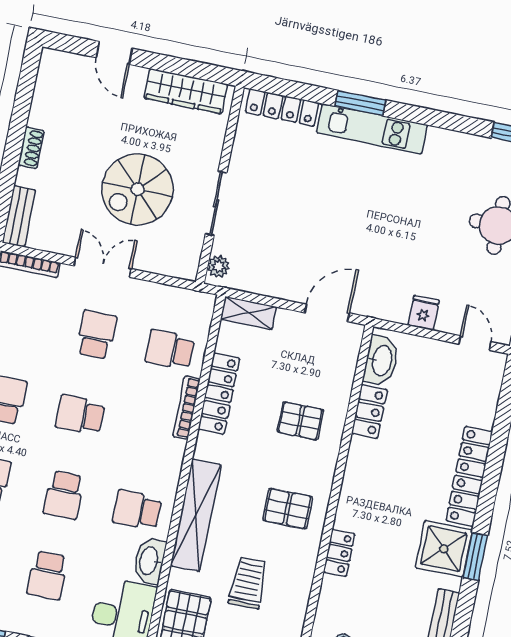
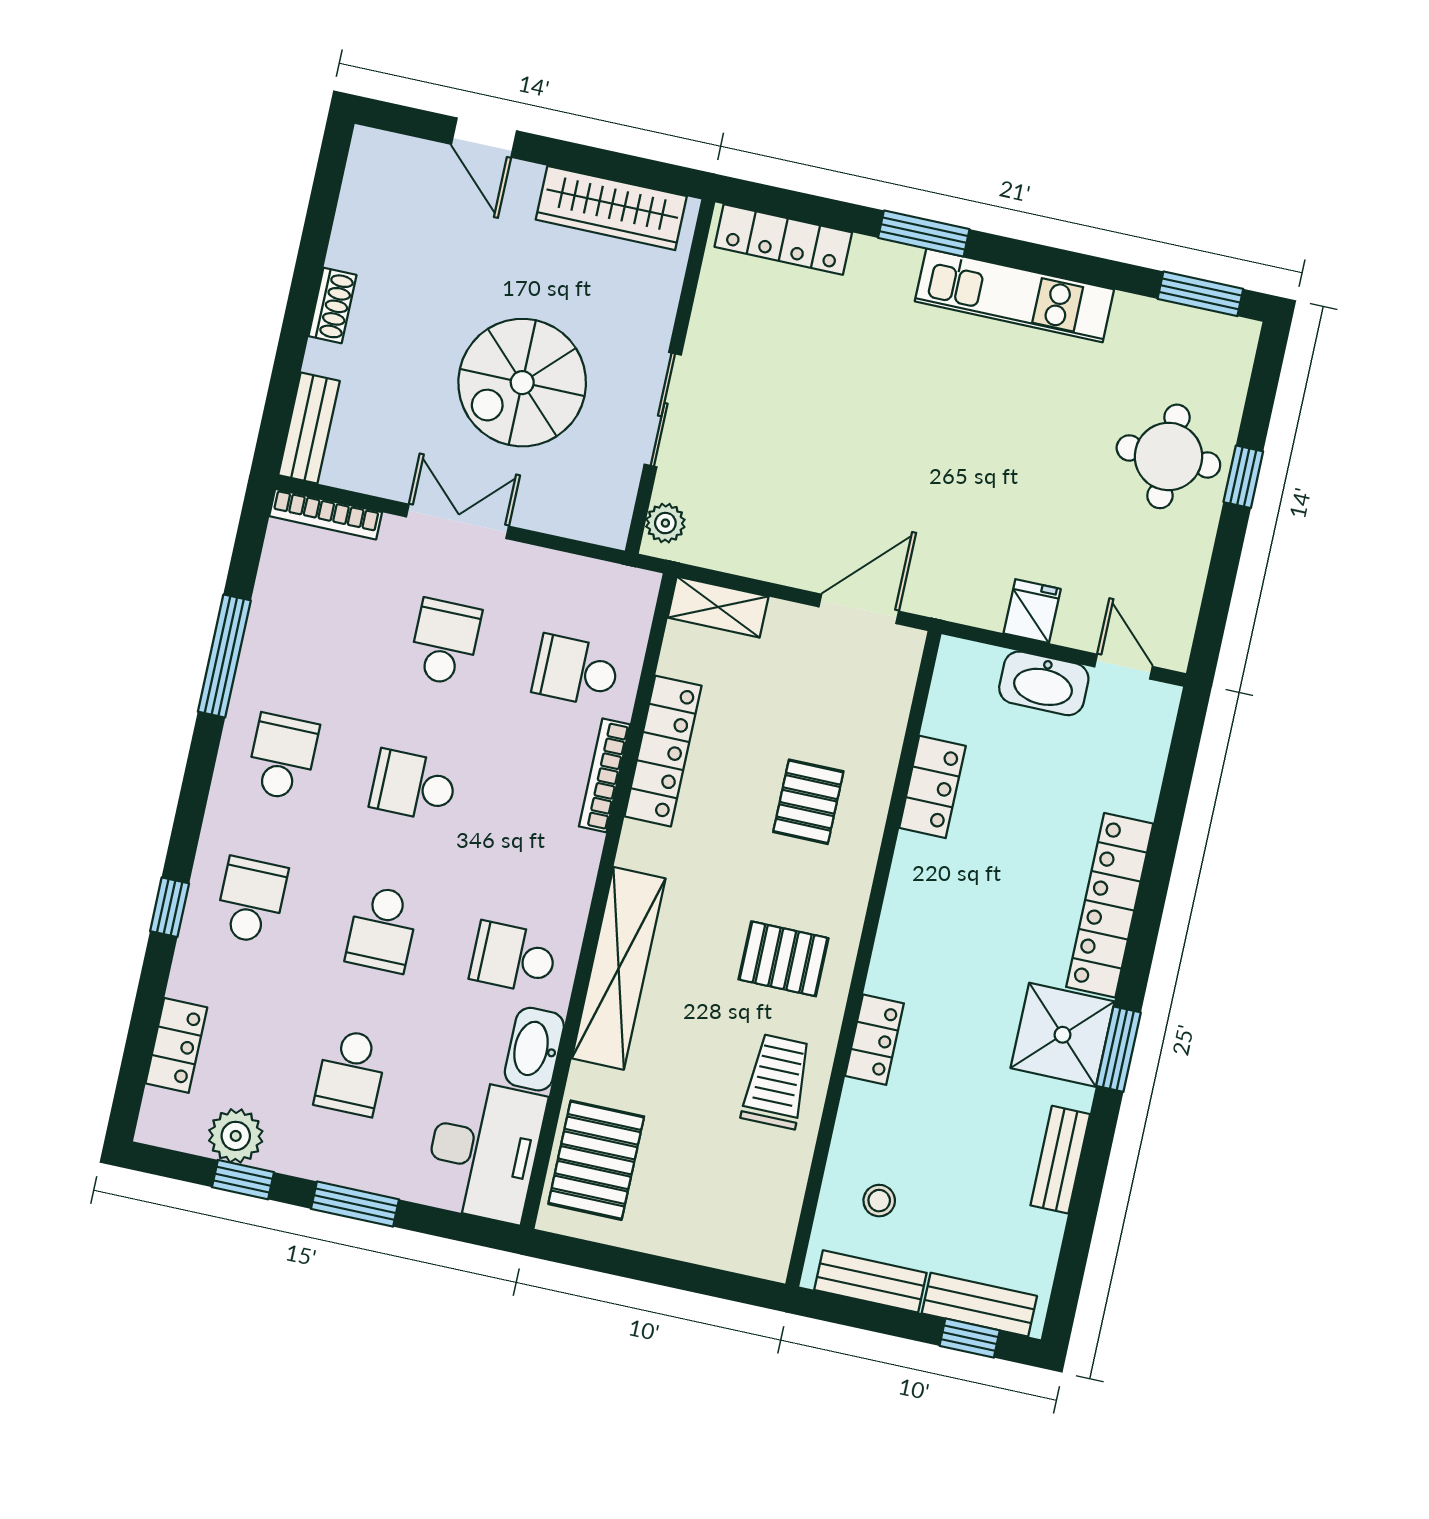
kitchen unit: (372, 129) -> (1014, 295), moved
washbasin: (381, 360) -> (1044, 683), moved, turned 90
pallet: (300, 421) -> (808, 802), turned 90
trolley: (248, 583) -> (777, 1082), moved

